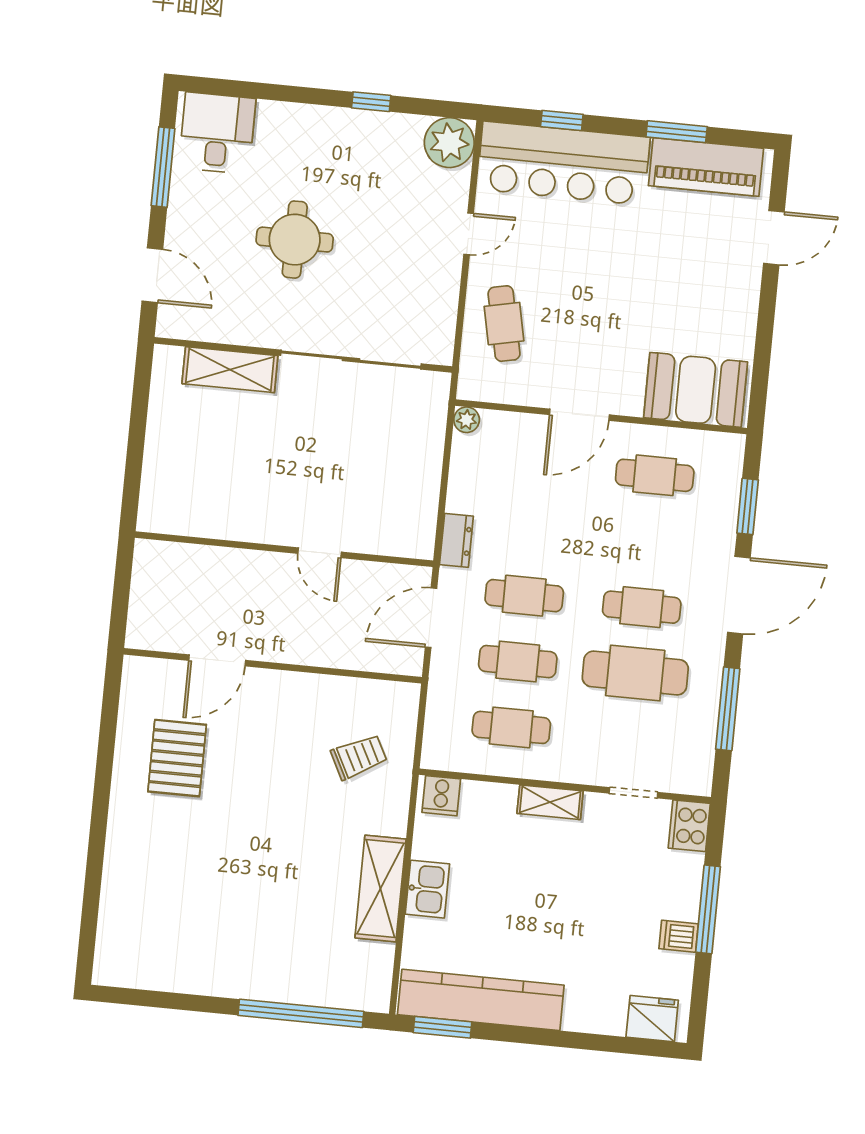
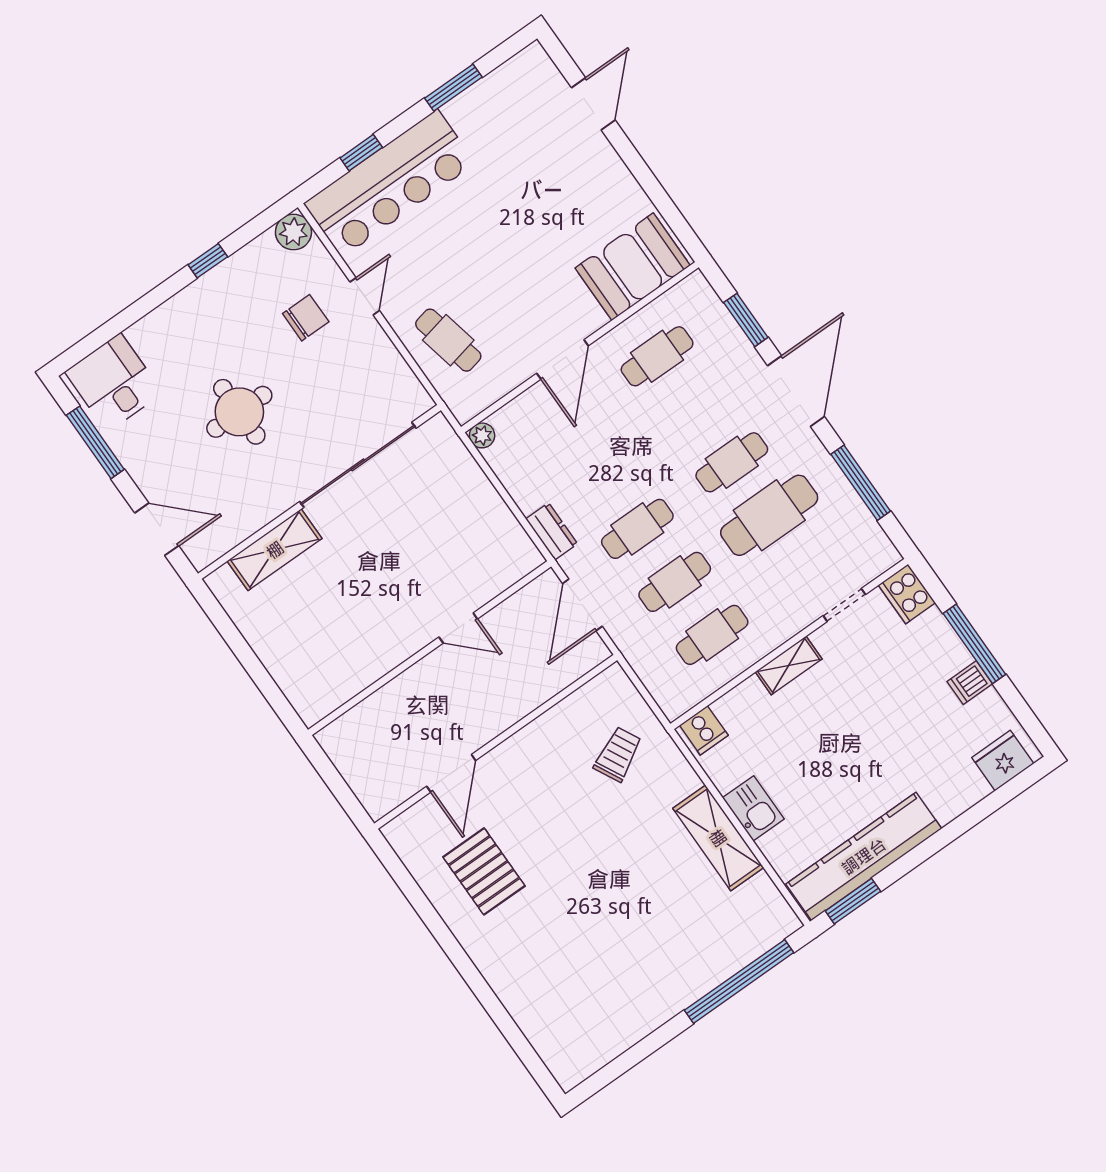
plant: (449, 143) -> (293, 232), width x0.73, depth x0.73
piano: (706, 167) -> (498, 95), removed
chair: (409, 211) -> (306, 318), added

